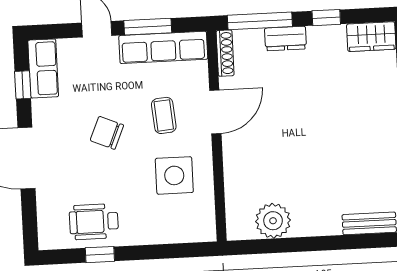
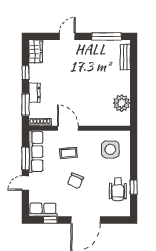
window: (260, 21) -> (25, 105), width x0.69
side table: (174, 175) -> (110, 149), moved

